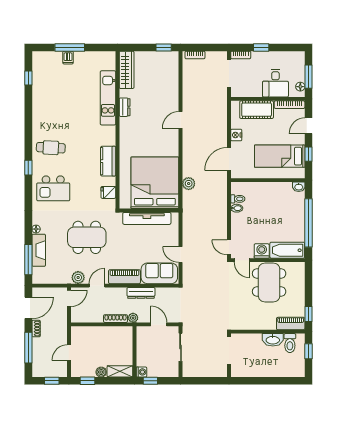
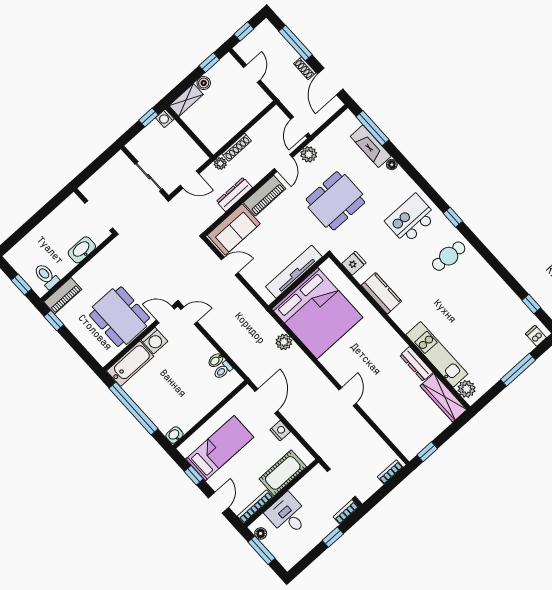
dishwasher: (68, 58) -> (536, 336), moved
plant: (109, 63) -> (467, 389), added
dresser: (125, 107) -> (416, 364), width x1.44
washbasin: (273, 340) -> (82, 250), moved

